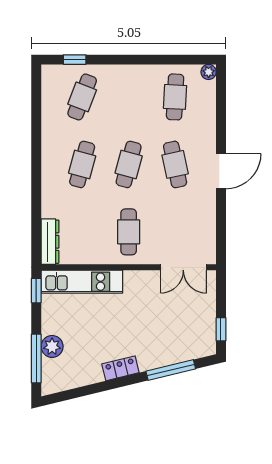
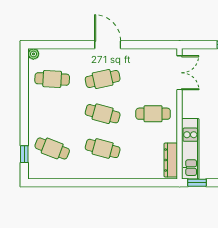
dresser: (50, 242) -> (171, 160), moved, turned -90

